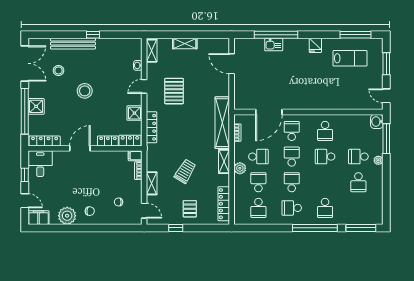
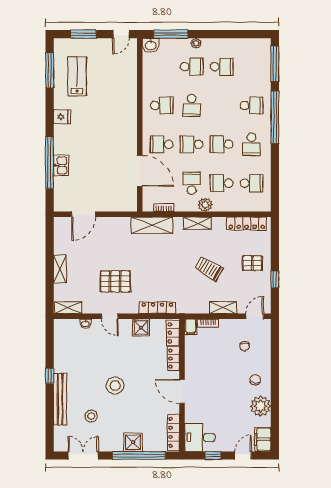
double door: (25, 63) -> (83, 455), width x0.73
shelving: (222, 123) -> (152, 225), width x0.68
school desk: (358, 157) -> (192, 67), turned -90

